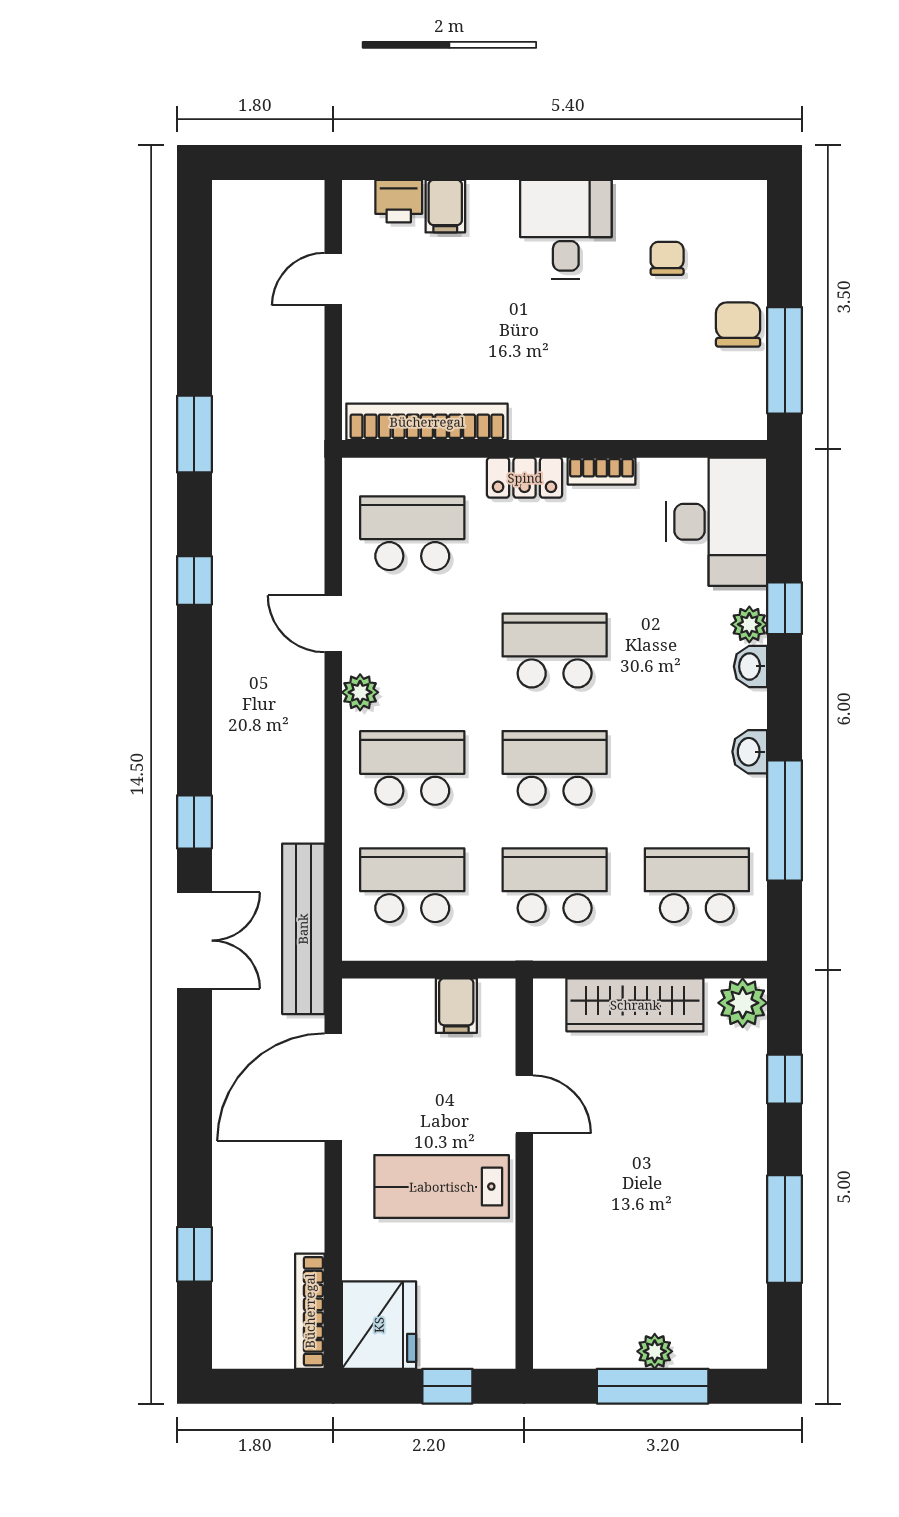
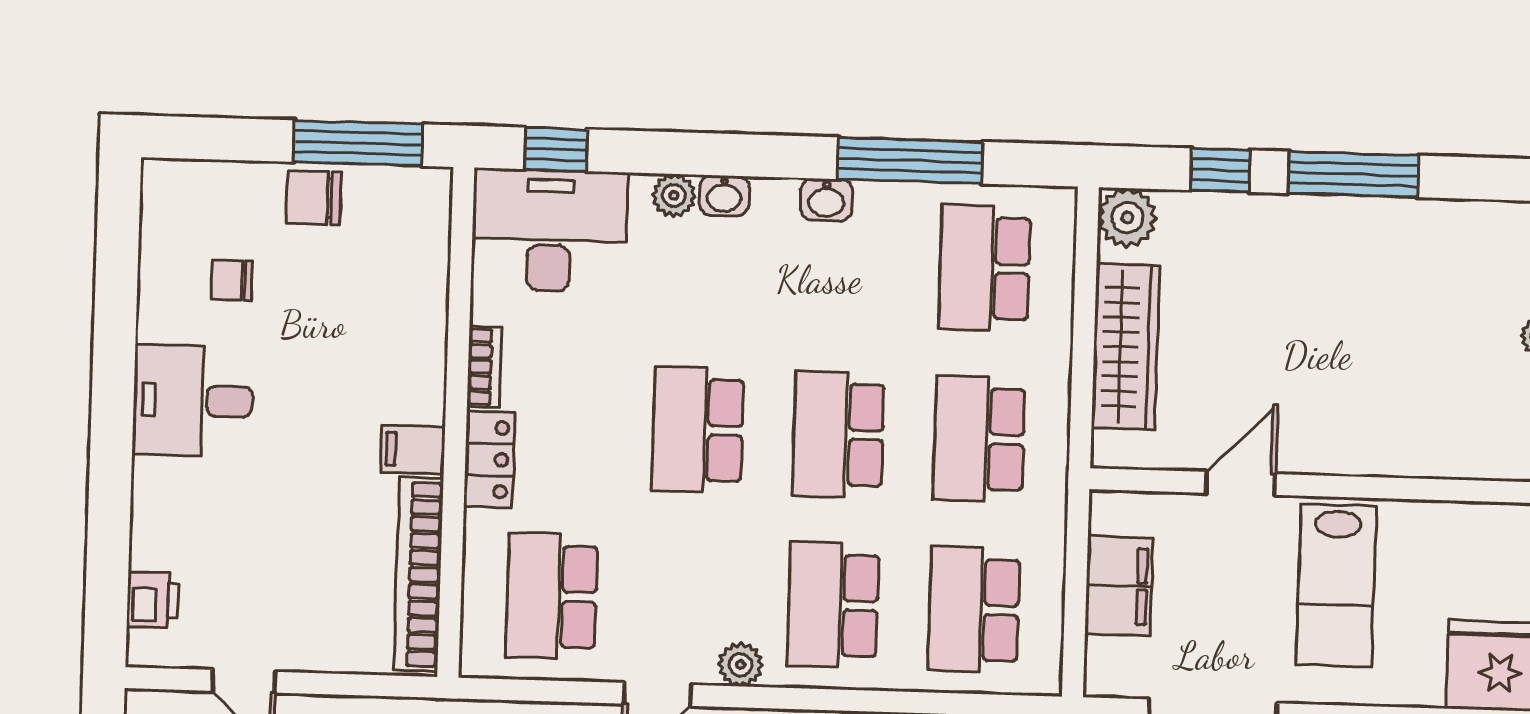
filing cabinet: (445, 206) -> (413, 450), moved, turned 180
window: (785, 608) -> (556, 149), moved
filing cabinet: (456, 1006) -> (1119, 586), width x2.00
window: (785, 1229) -> (1353, 174), moved

